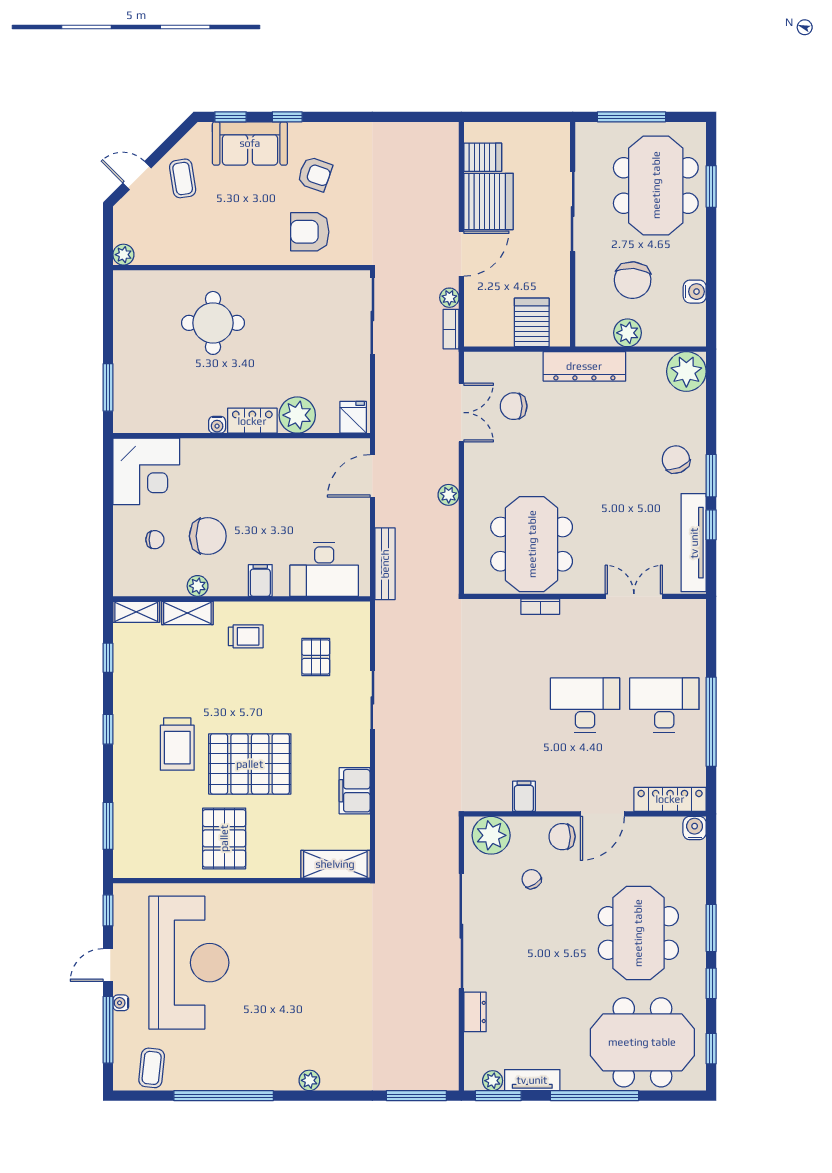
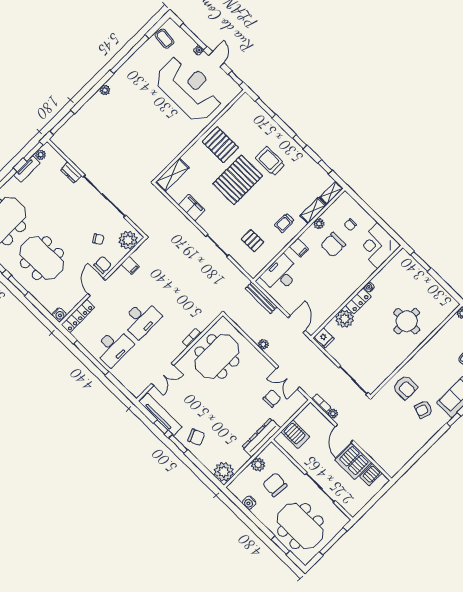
armchair: (310, 232) -> (405, 387), turned 90
meeting table: (532, 544) -> (217, 356), turned 90
reception desk: (189, 963) -> (189, 89), turned 180

